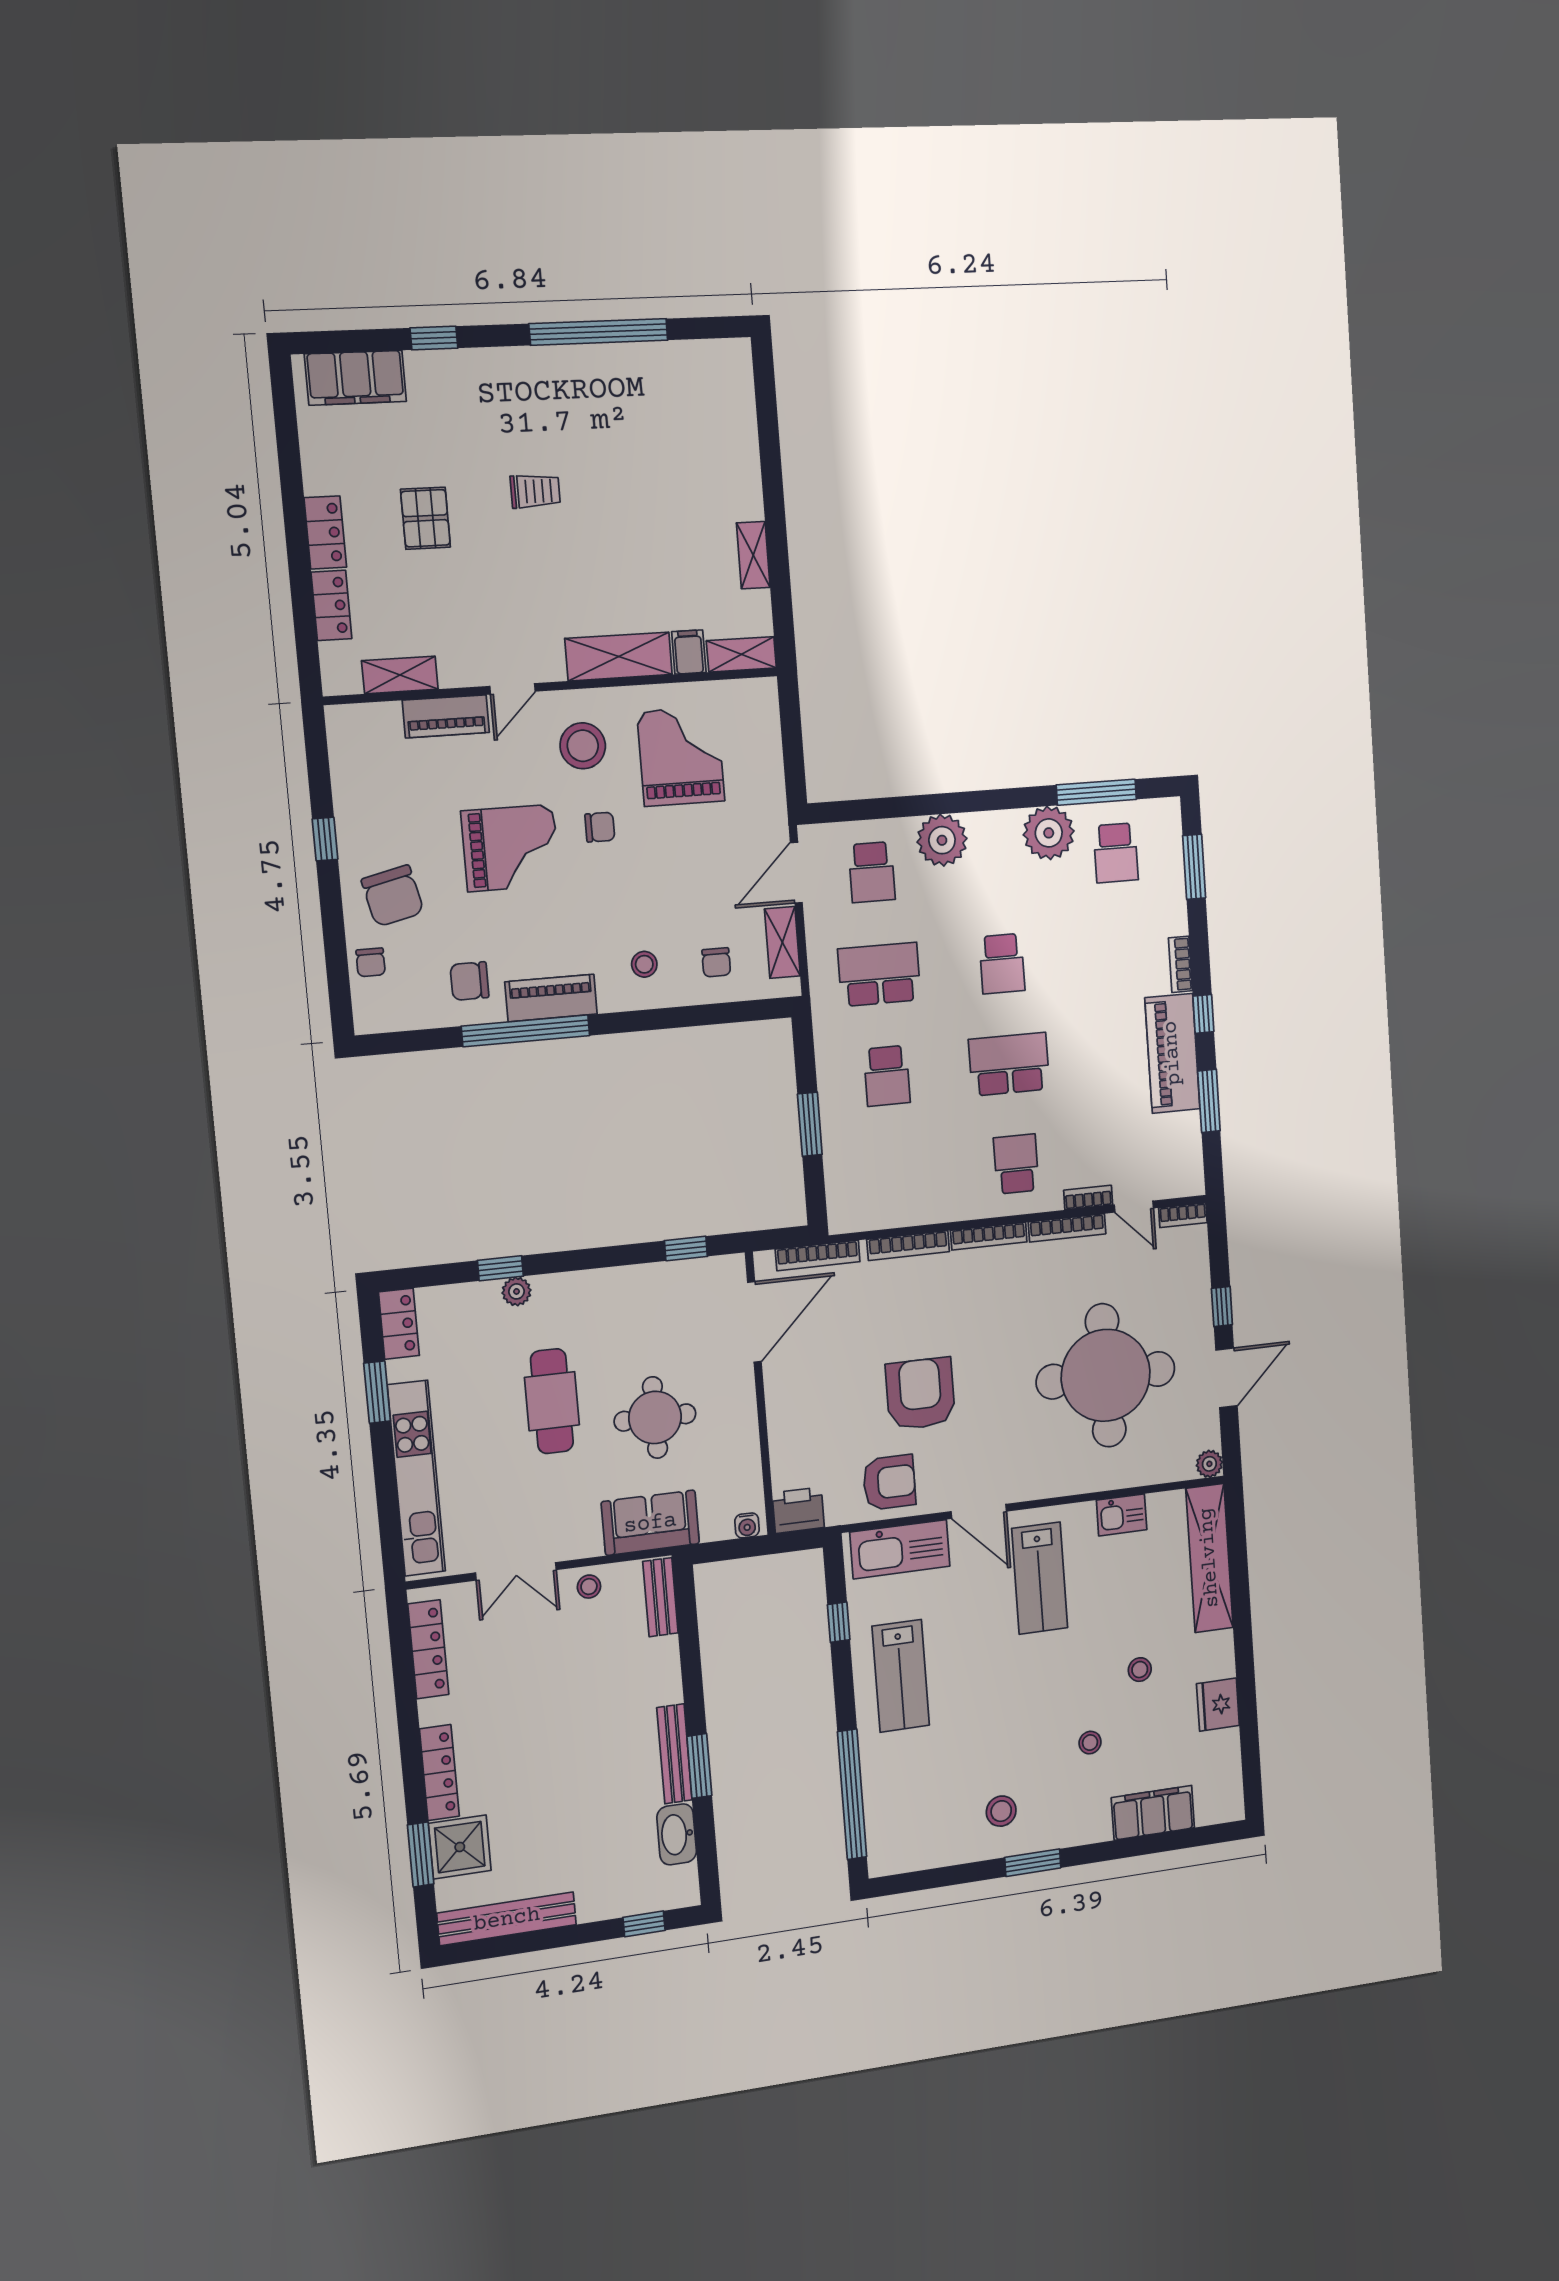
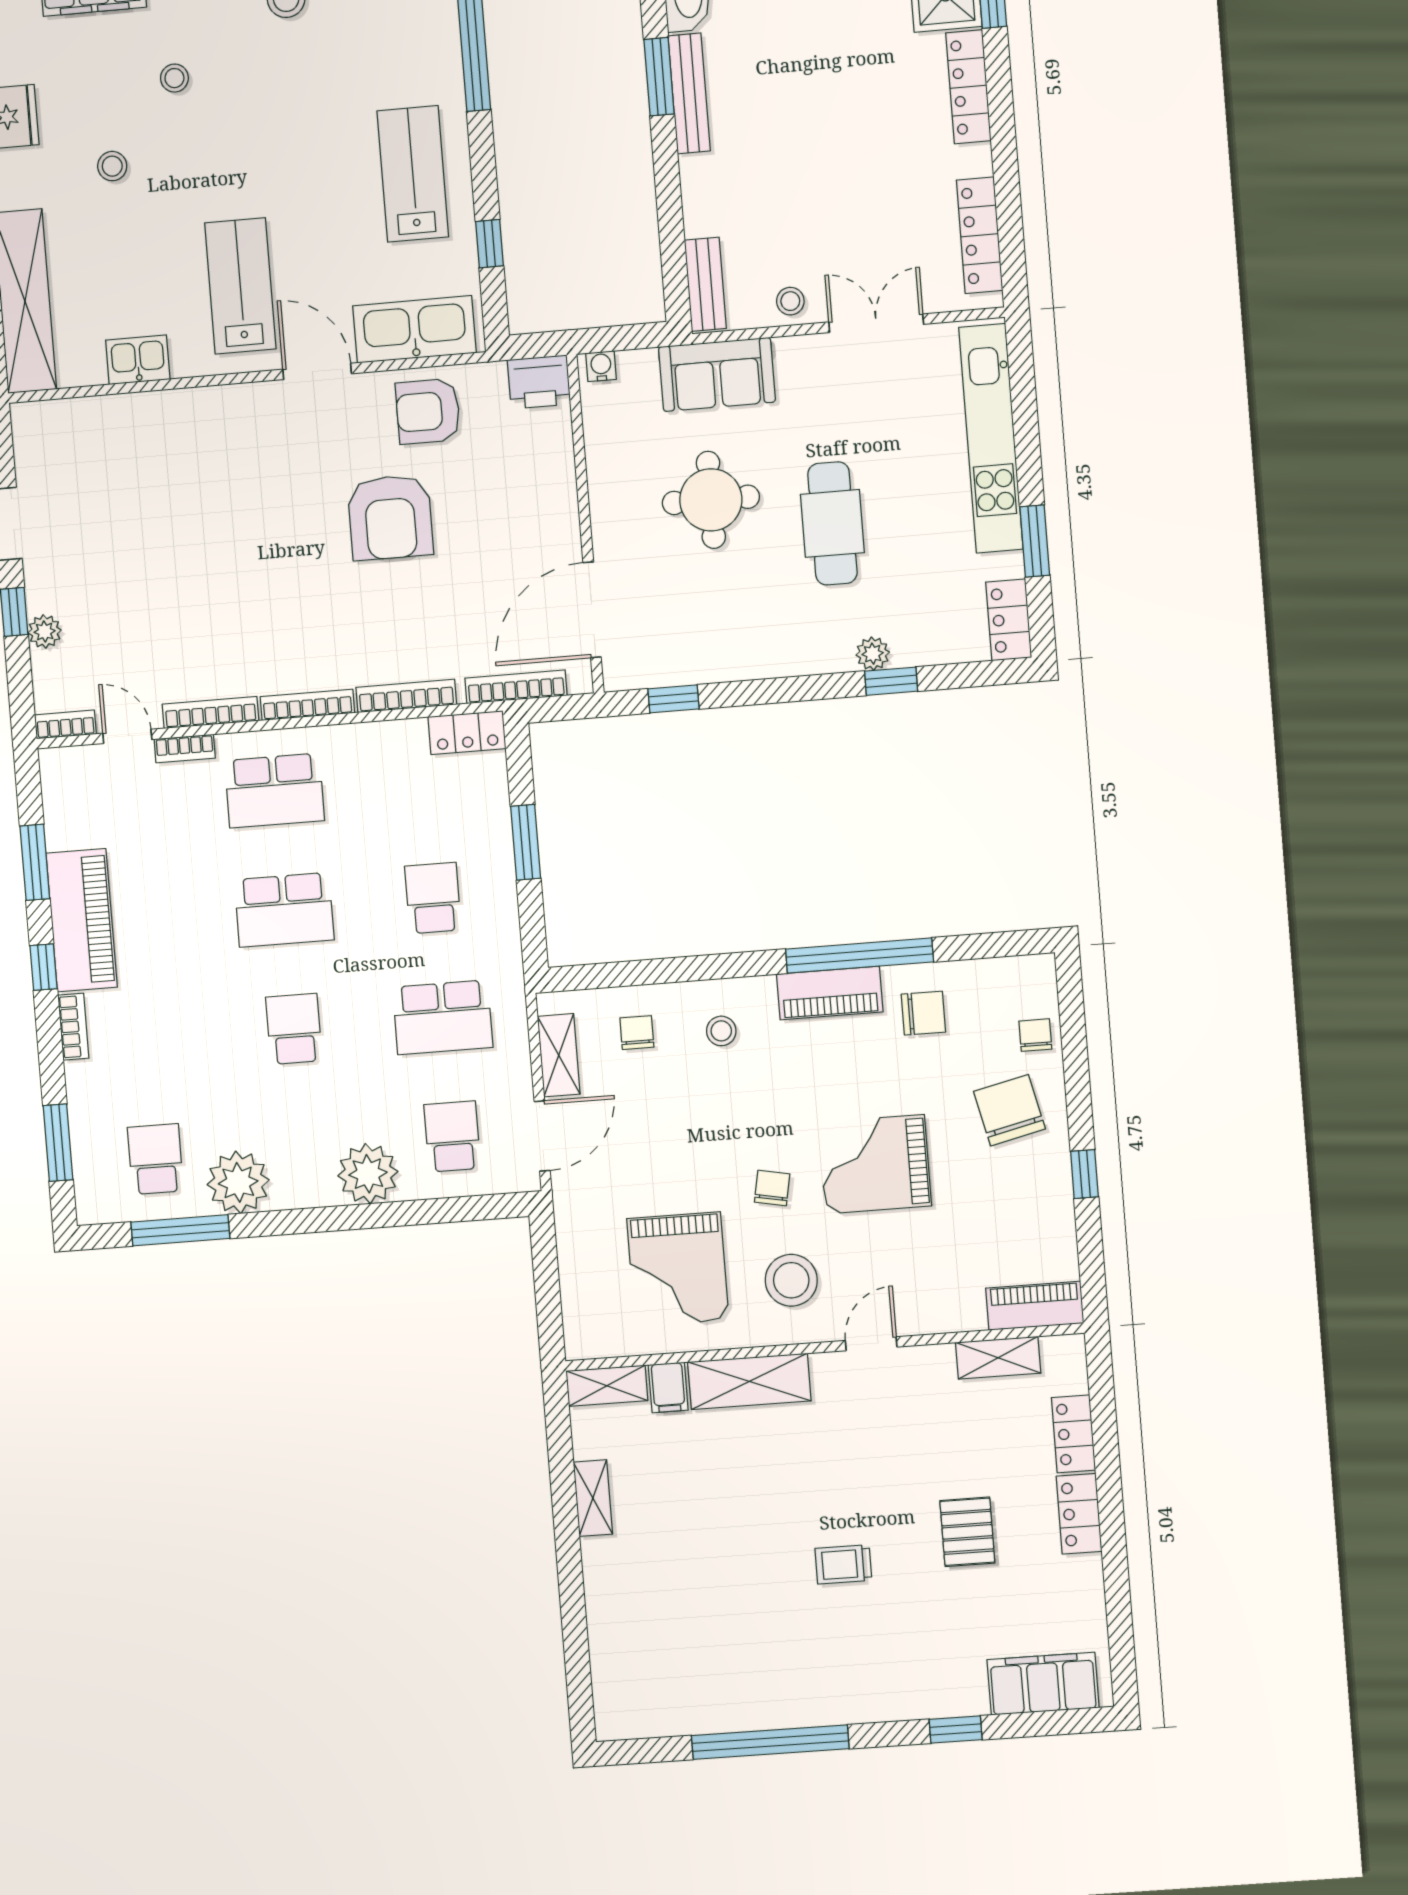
piano: (446, 716) -> (1035, 1306), moved
chair: (600, 827) -> (772, 1188), turned 101
school desk: (1016, 1164) -> (274, 791), width x1.85
locker: (858, 1216) -> (467, 733), added
round table: (1106, 1375) -> (160, 532), removed
plant: (1209, 1464) -> (45, 632), moved

